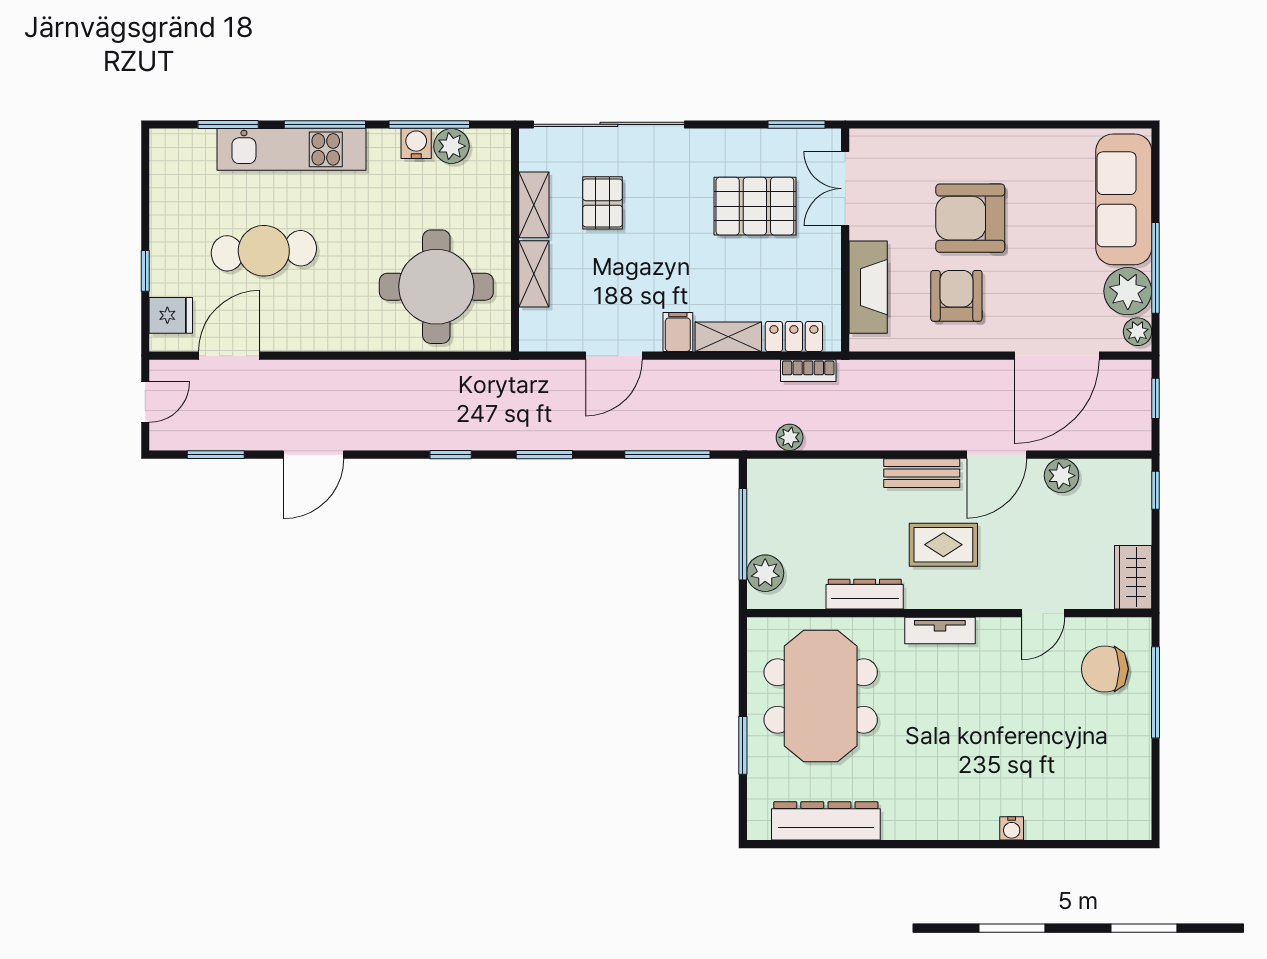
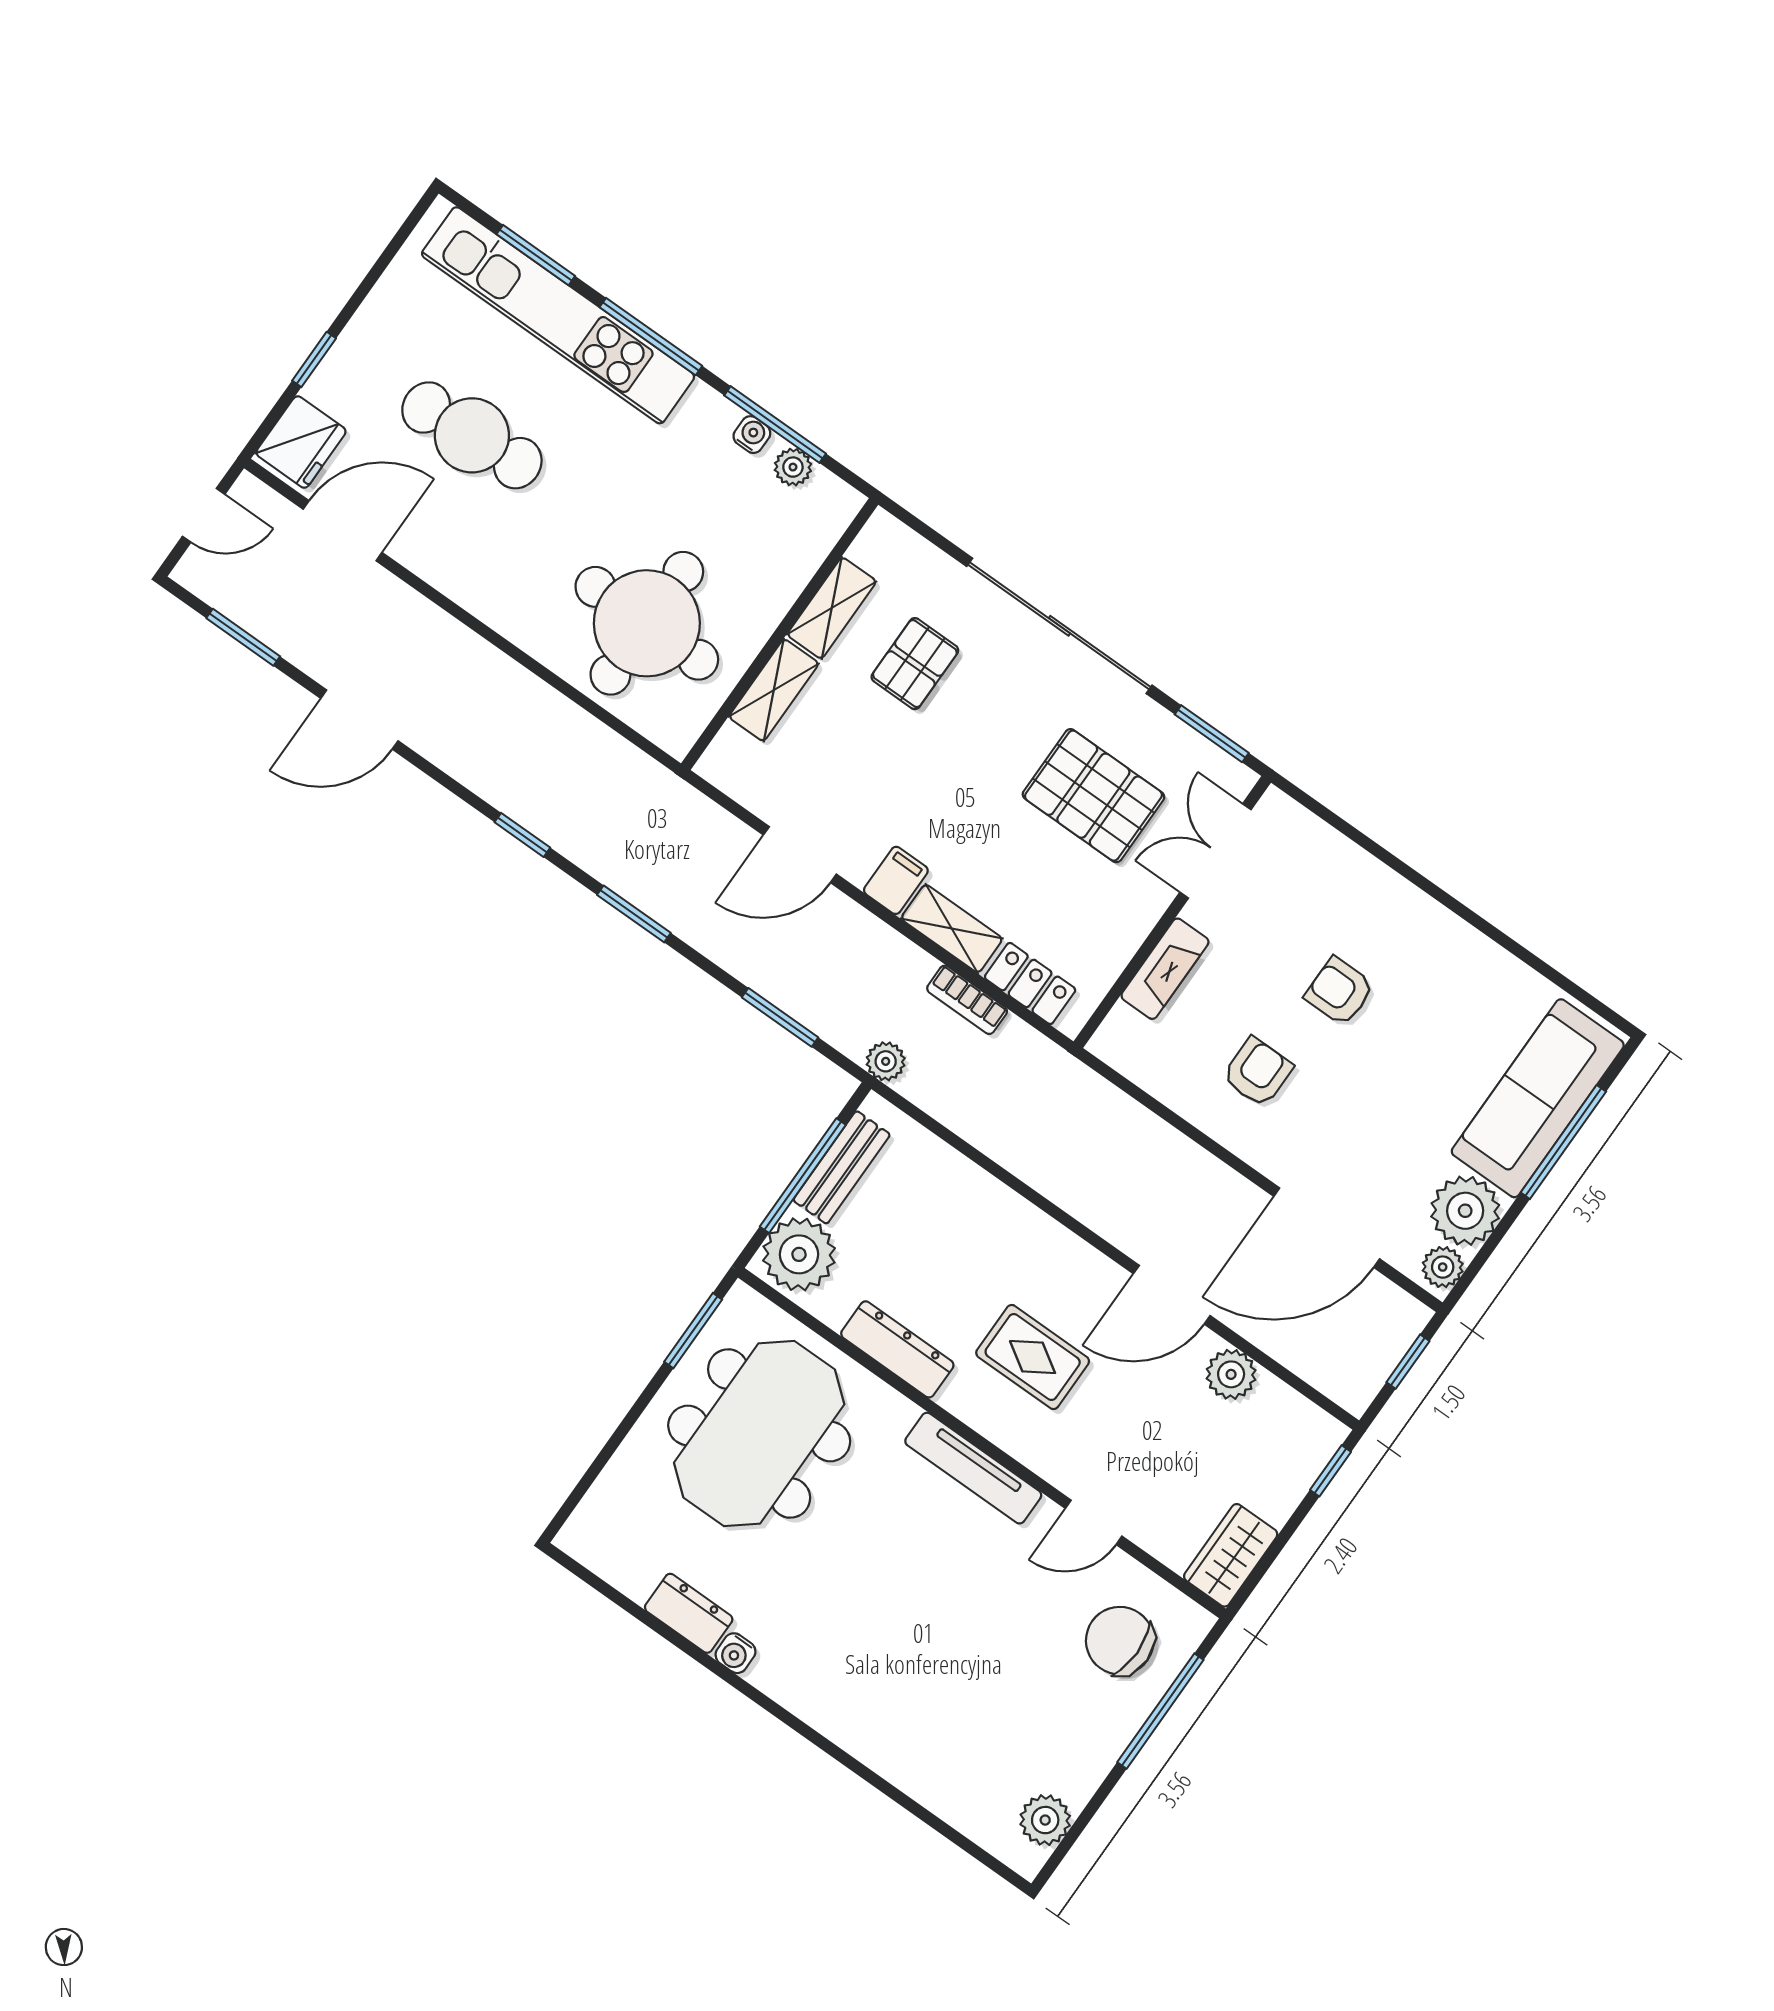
sliding door: (609, 124) -> (1059, 626), moved
water cooler: (416, 143) -> (752, 435), width x0.72, depth x0.72
plant: (451, 146) -> (793, 467), width x0.73, depth x0.73
kitchen unit: (292, 149) -> (558, 315), width x1.36
armchair: (970, 218) -> (1339, 991), width x0.53, depth x0.53
window: (1156, 268) -> (1563, 1142), moved
fireplace: (868, 287) -> (1165, 969), width x0.73, depth x0.76
armchair: (956, 296) -> (1258, 1072), width x0.72, depth x0.72
fridge: (171, 315) -> (301, 442), width x1.38
bookcase: (808, 371) -> (967, 1000), moved
plant: (790, 437) -> (886, 1061), moved
window: (667, 455) -> (780, 1017), width x0.69
bench: (922, 473) -> (842, 1167), moved, turned 90
plant: (765, 573) -> (799, 1254), width x1.36, depth x1.36
tv unit: (940, 630) -> (973, 1468), width x1.41
window: (743, 745) -> (693, 1331), moved
plant: (1134, 799) -> (1045, 1820), added
dresser: (826, 821) -> (689, 1613), width x0.51, depth x0.80
water cooler: (1012, 828) -> (735, 1653), moved

